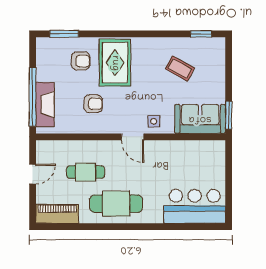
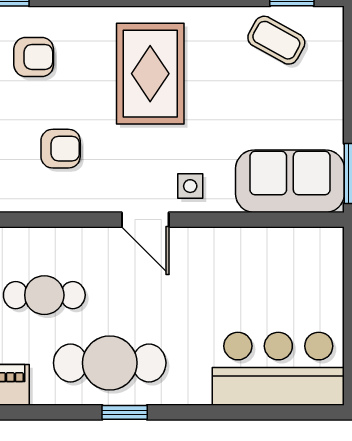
rug: (115, 63) -> (150, 74), moved
coffee table: (180, 68) -> (276, 40), moved
window: (123, 227) -> (125, 412), added

